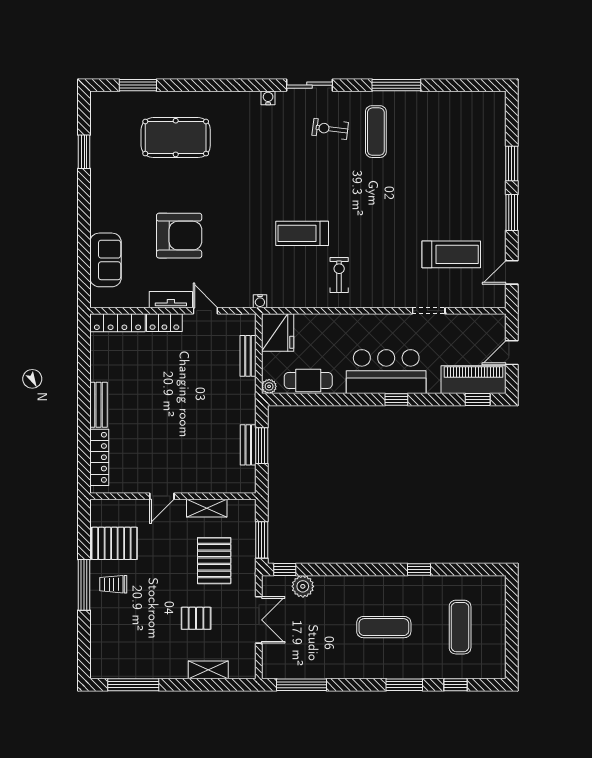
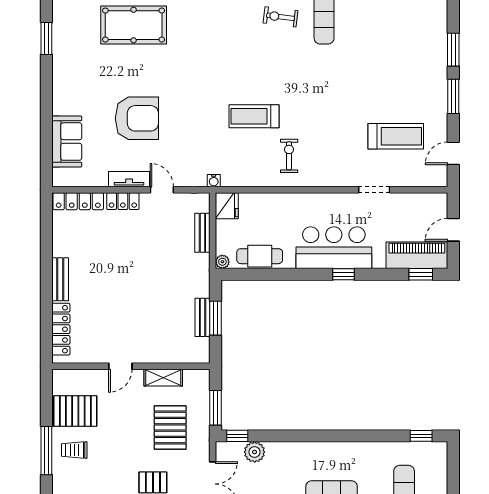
fridge: (278, 332) -> (227, 206), width x0.73, depth x0.75
window: (419, 569) -> (421, 436), moved

